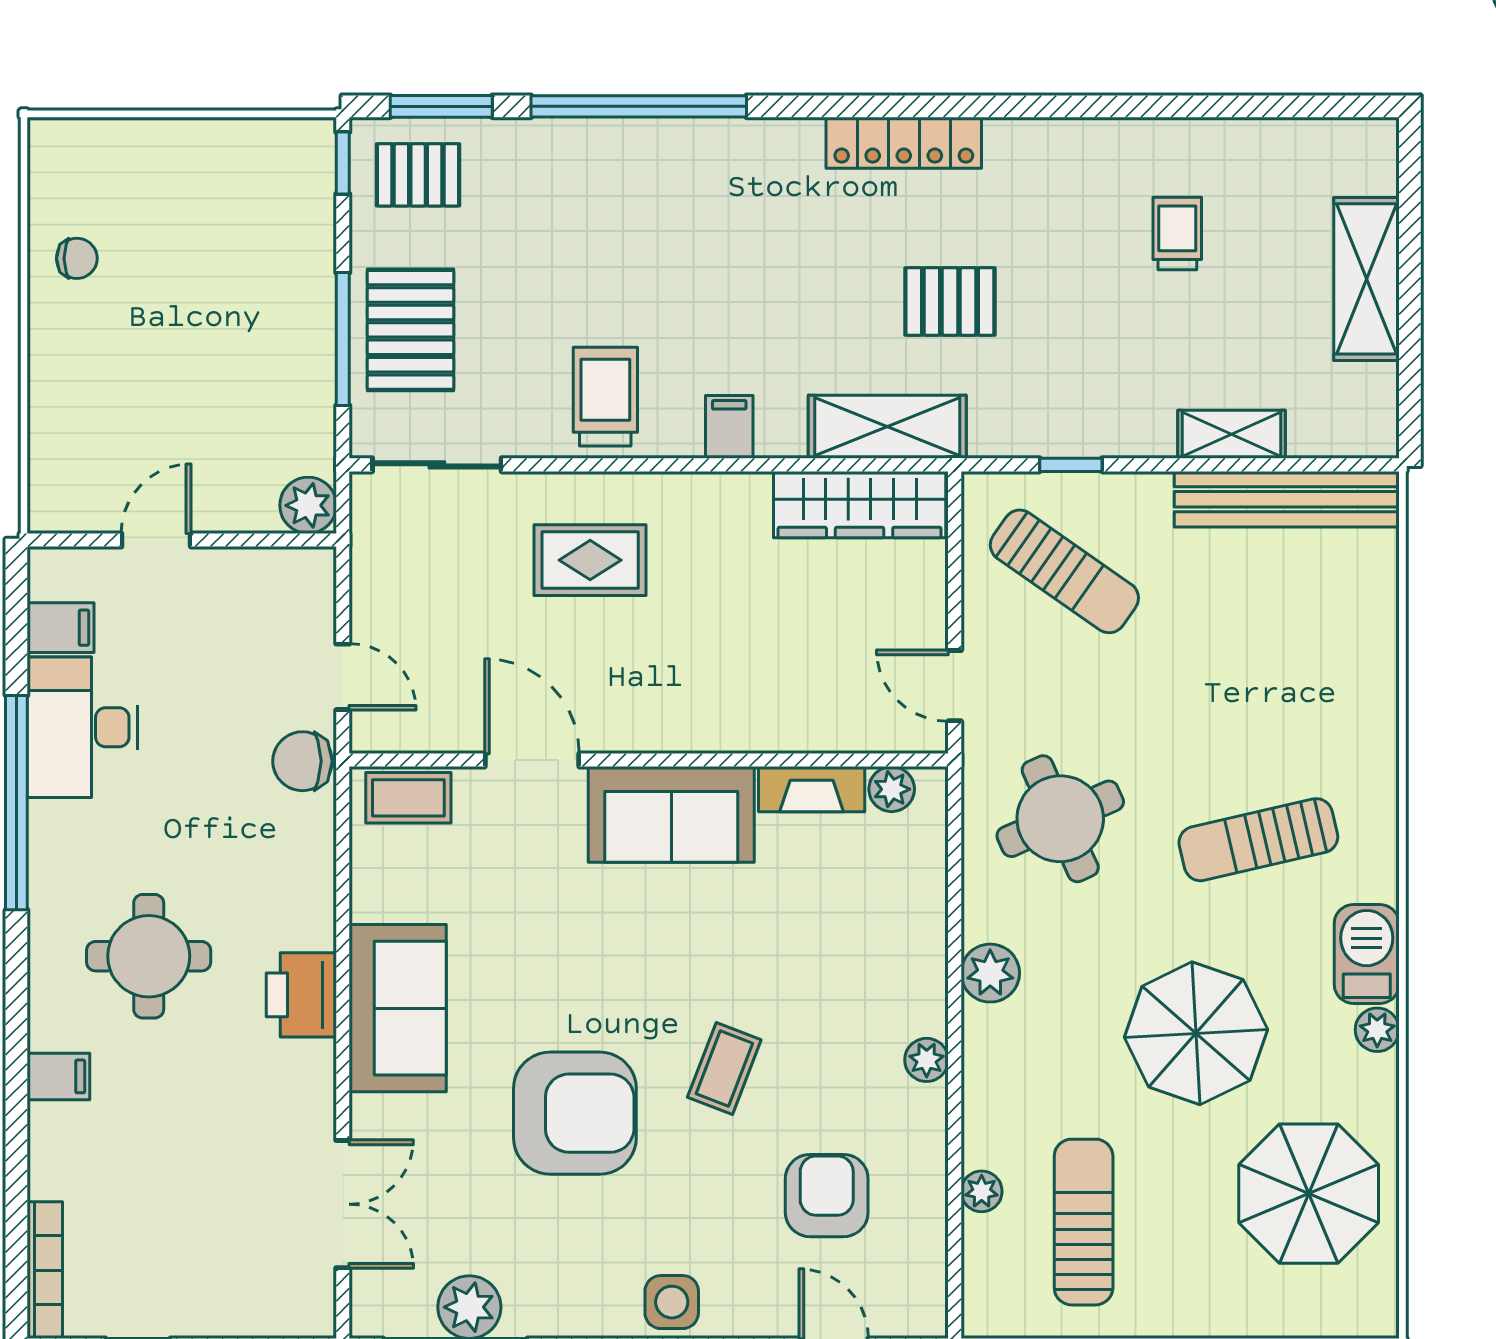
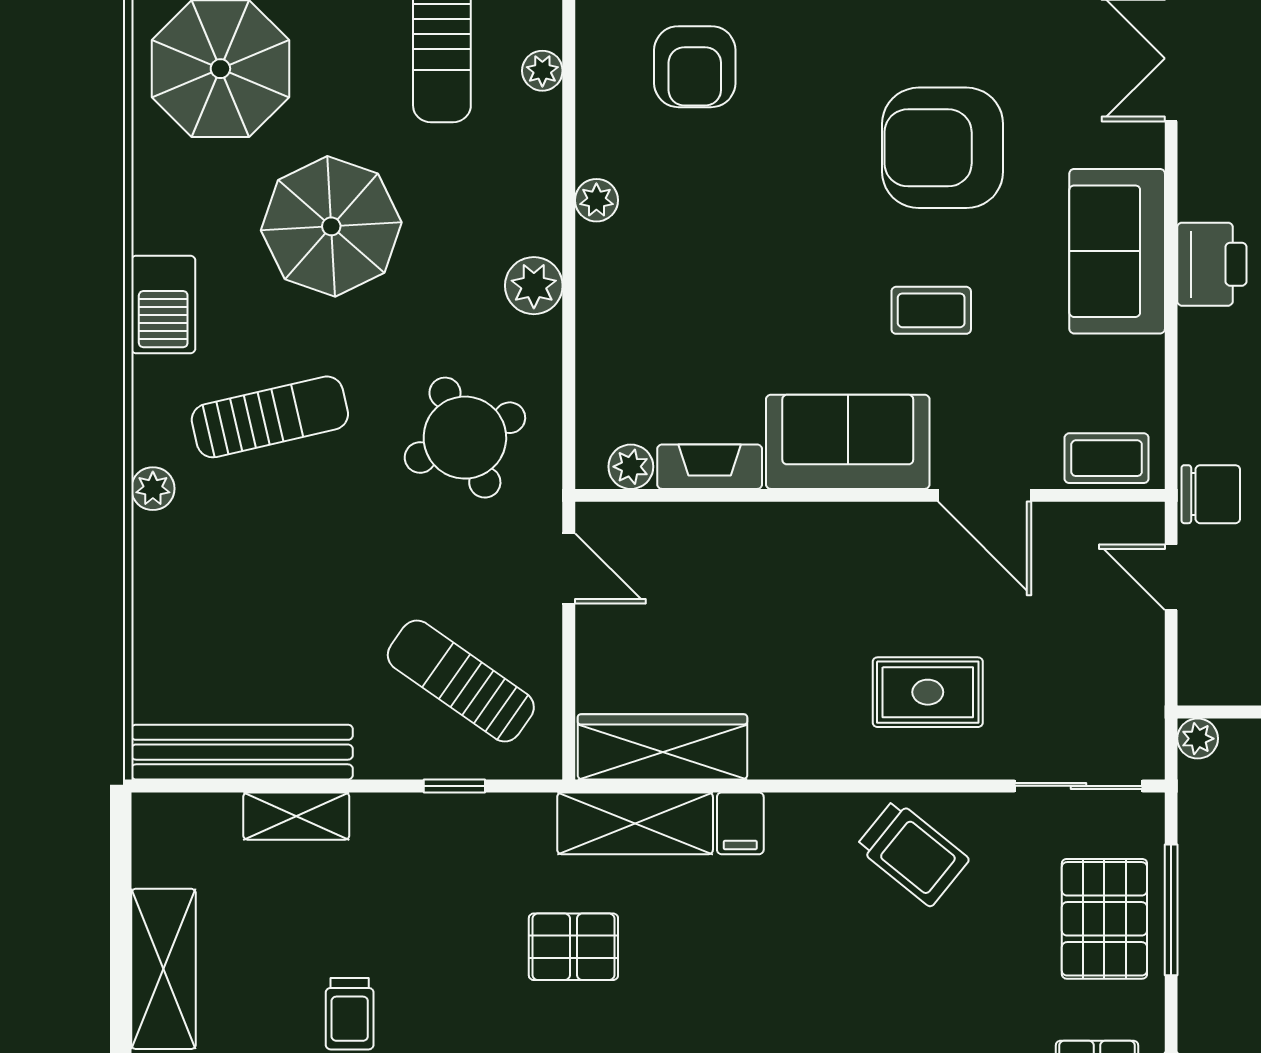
trolley: (605, 397) -> (913, 853), turned -51
filing cabinet: (729, 427) -> (740, 823), moved
plant: (308, 505) -> (1198, 739), width x0.73, depth x0.73
plant: (1377, 1030) -> (153, 489), moved
coffee table: (724, 1069) -> (931, 310), moved, turned 69

